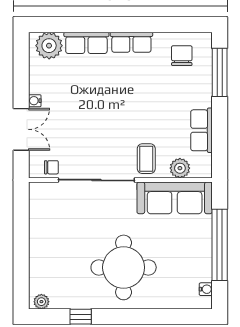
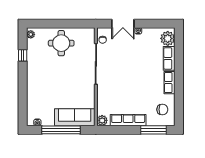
row of seats: (201, 130) -> (128, 120), width x1.48
coffee table: (146, 159) -> (107, 91), removed
plant: (180, 168) -> (102, 120), moved
sofa: (175, 198) -> (75, 117), moved, turned 90
round table: (124, 267) -> (61, 43), moved, width x0.73, depth x0.73

